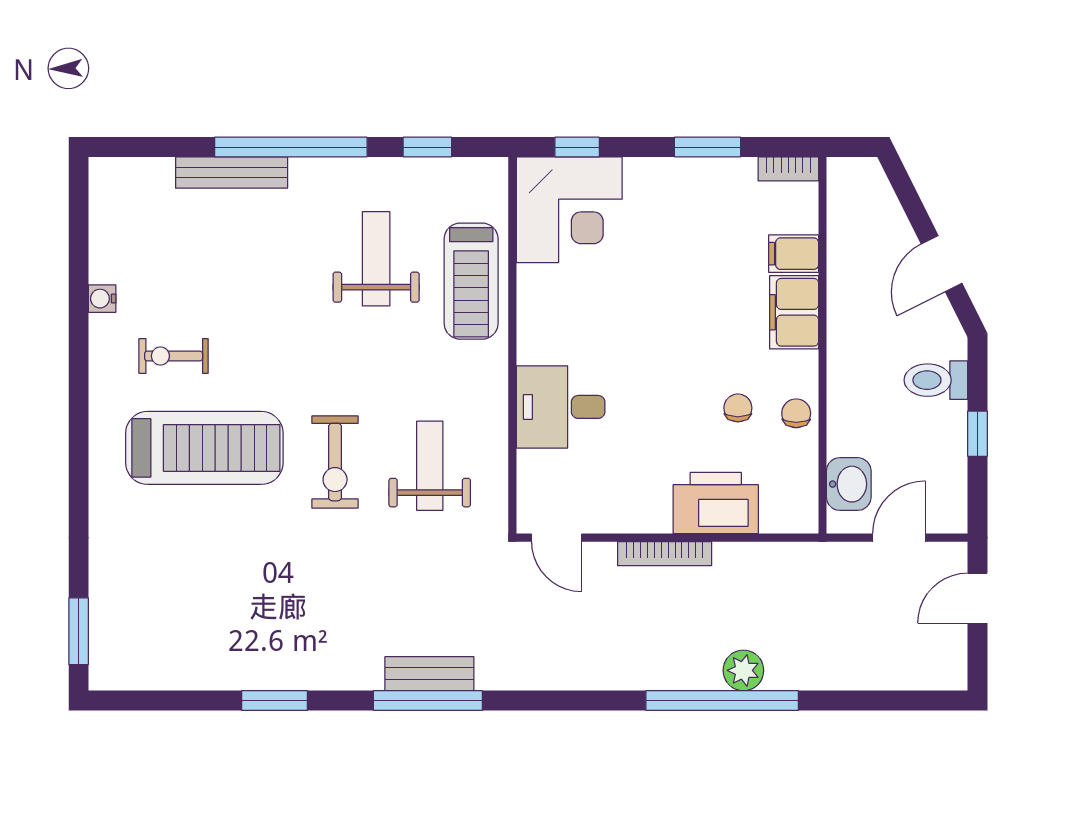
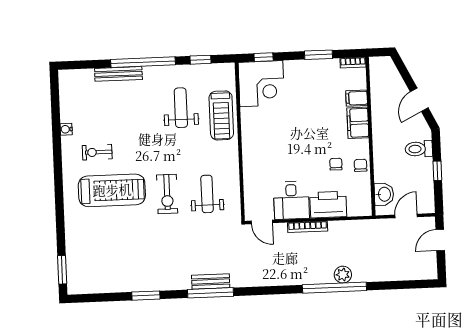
desk: (561, 407) -> (291, 200), moved, turned -90

